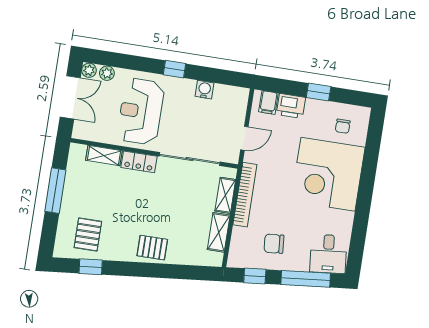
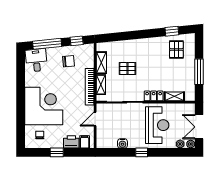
pallet: (152, 248) -> (127, 69), moved

